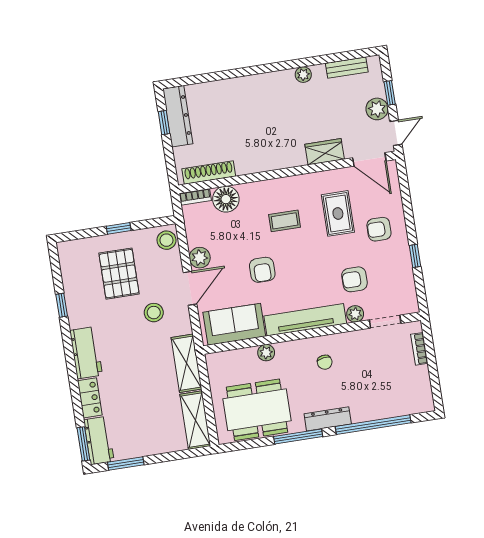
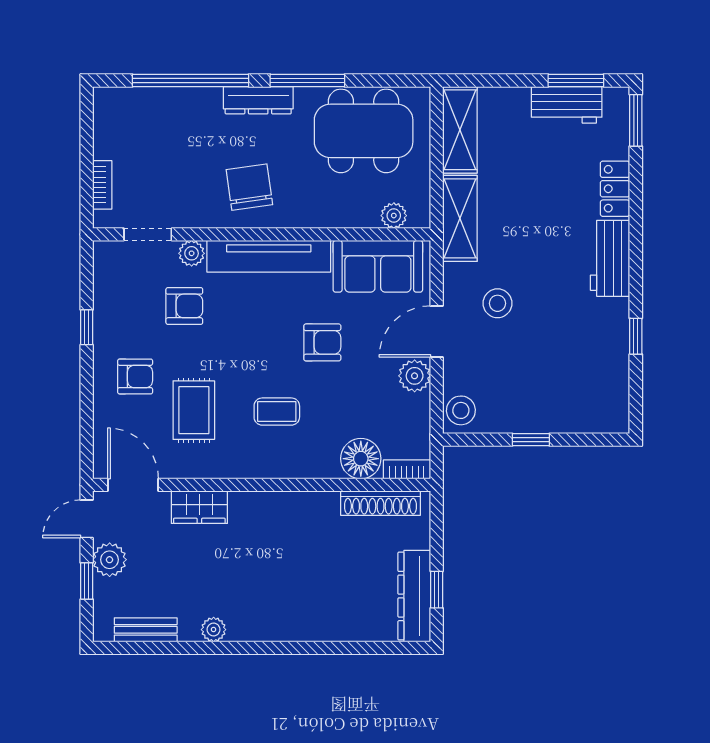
armchair: (262, 270) -> (322, 342), turned 90
pallet: (119, 274) -> (541, 371), removed
plant: (266, 353) -> (394, 216), moved
chair: (325, 362) -> (249, 187), width x1.87, depth x1.87
workbench: (99, 440) -> (567, 105), moved, turned -90

